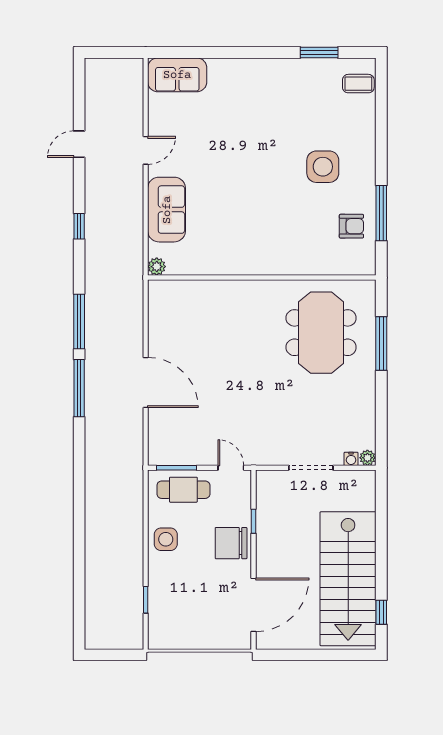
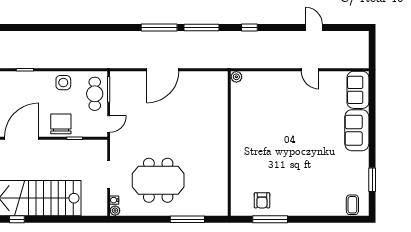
side table: (323, 167) -> (300, 182), removed
sofa: (167, 210) -> (357, 130), moved, turned 90
window: (79, 226) -> (249, 28), moved
meeting table: (321, 333) -> (158, 180), moved
door: (253, 605) -> (22, 138), swing flipped

